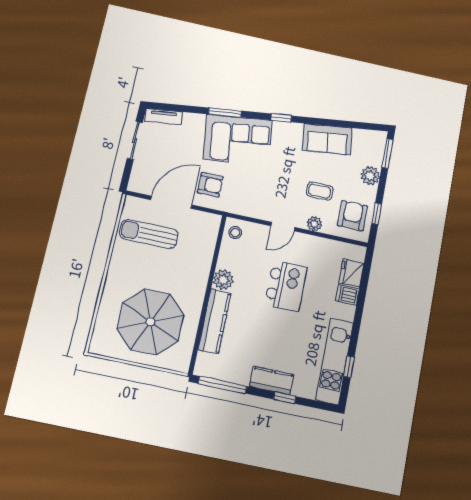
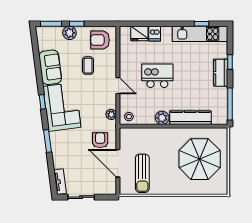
corner sofa: (238, 140) -> (62, 107), moved
window: (377, 214) -> (77, 24), moved
plant: (314, 224) -> (111, 114), moved

